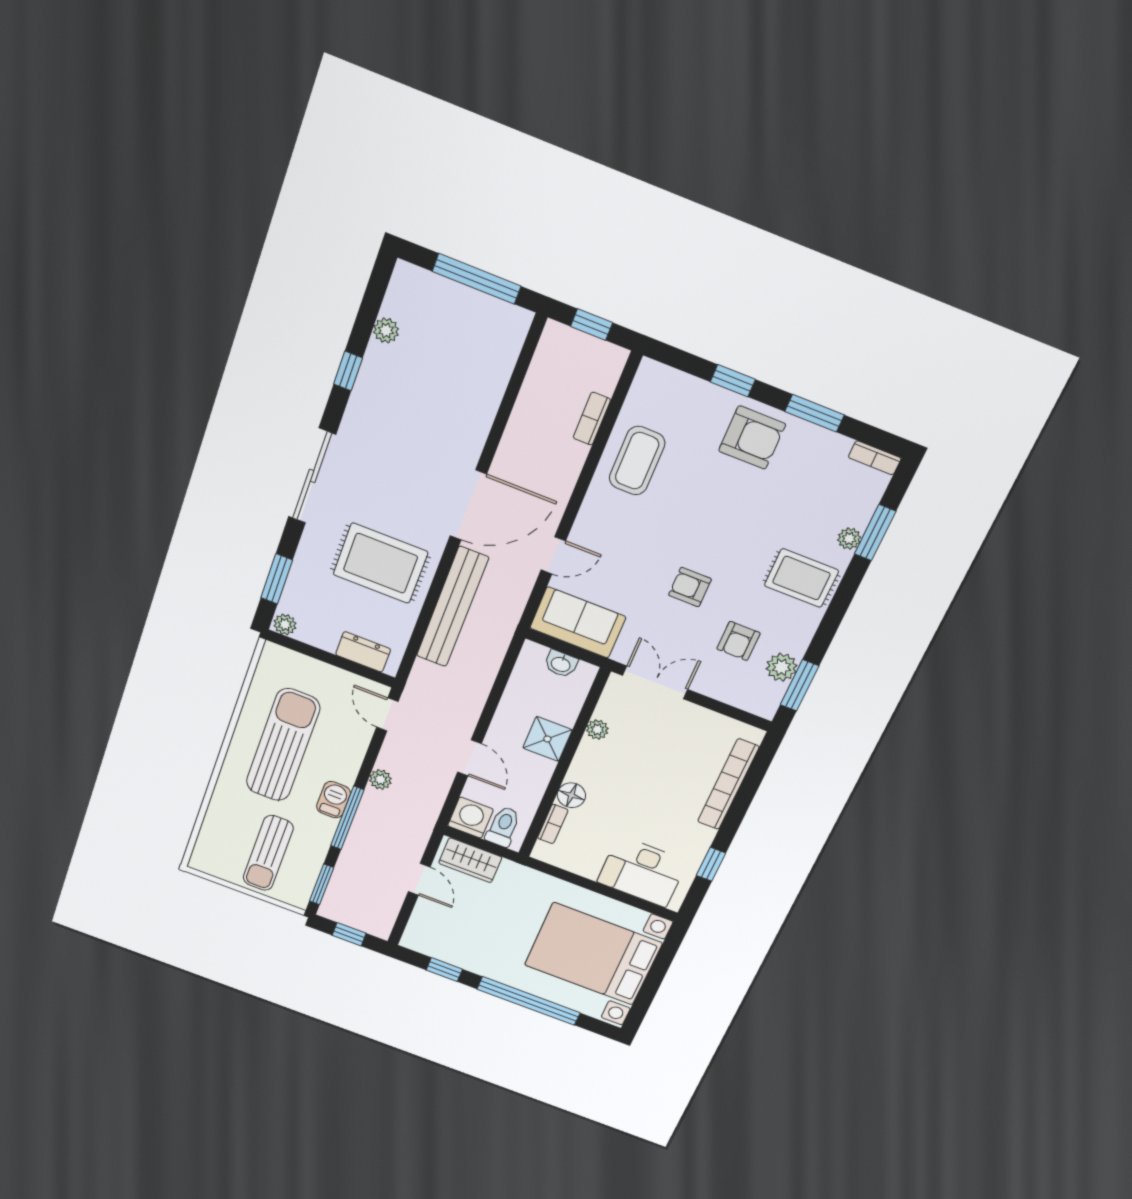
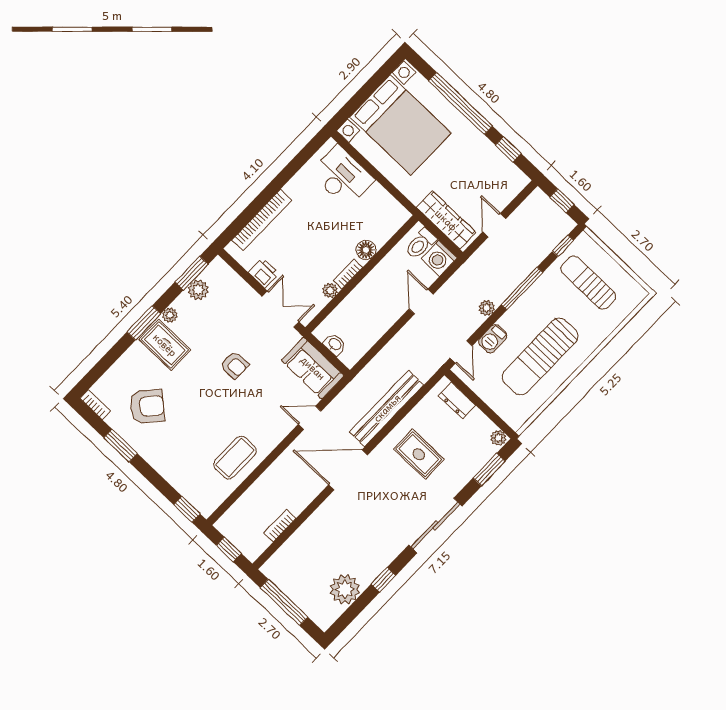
plant: (386, 330) -> (345, 589), width x1.87, depth x1.87
window: (733, 381) -> (187, 509), moved
bookcase: (592, 419) -> (280, 526), moved, turned 180
armchair: (752, 438) -> (147, 406), moved, turned 131
window: (875, 533) -> (144, 323), moved
plant: (849, 539) -> (170, 315), moved
rug: (380, 563) -> (419, 454), width x0.73, depth x0.70
armchair: (738, 641) -> (218, 318), removed
double door: (655, 682) -> (281, 309), swing flipped
printer: (698, 720) -> (263, 273), added
shower: (547, 739) -> (365, 296), removed
barbecue: (334, 800) -> (493, 339), moved
bookcase: (553, 824) -> (348, 274), moved
sun lounger: (268, 853) -> (588, 283), turned -90
wardrobe: (470, 860) -> (446, 220), width x1.50
window: (711, 864) -> (295, 165), removed
window: (322, 884) -> (563, 246), width x0.67

